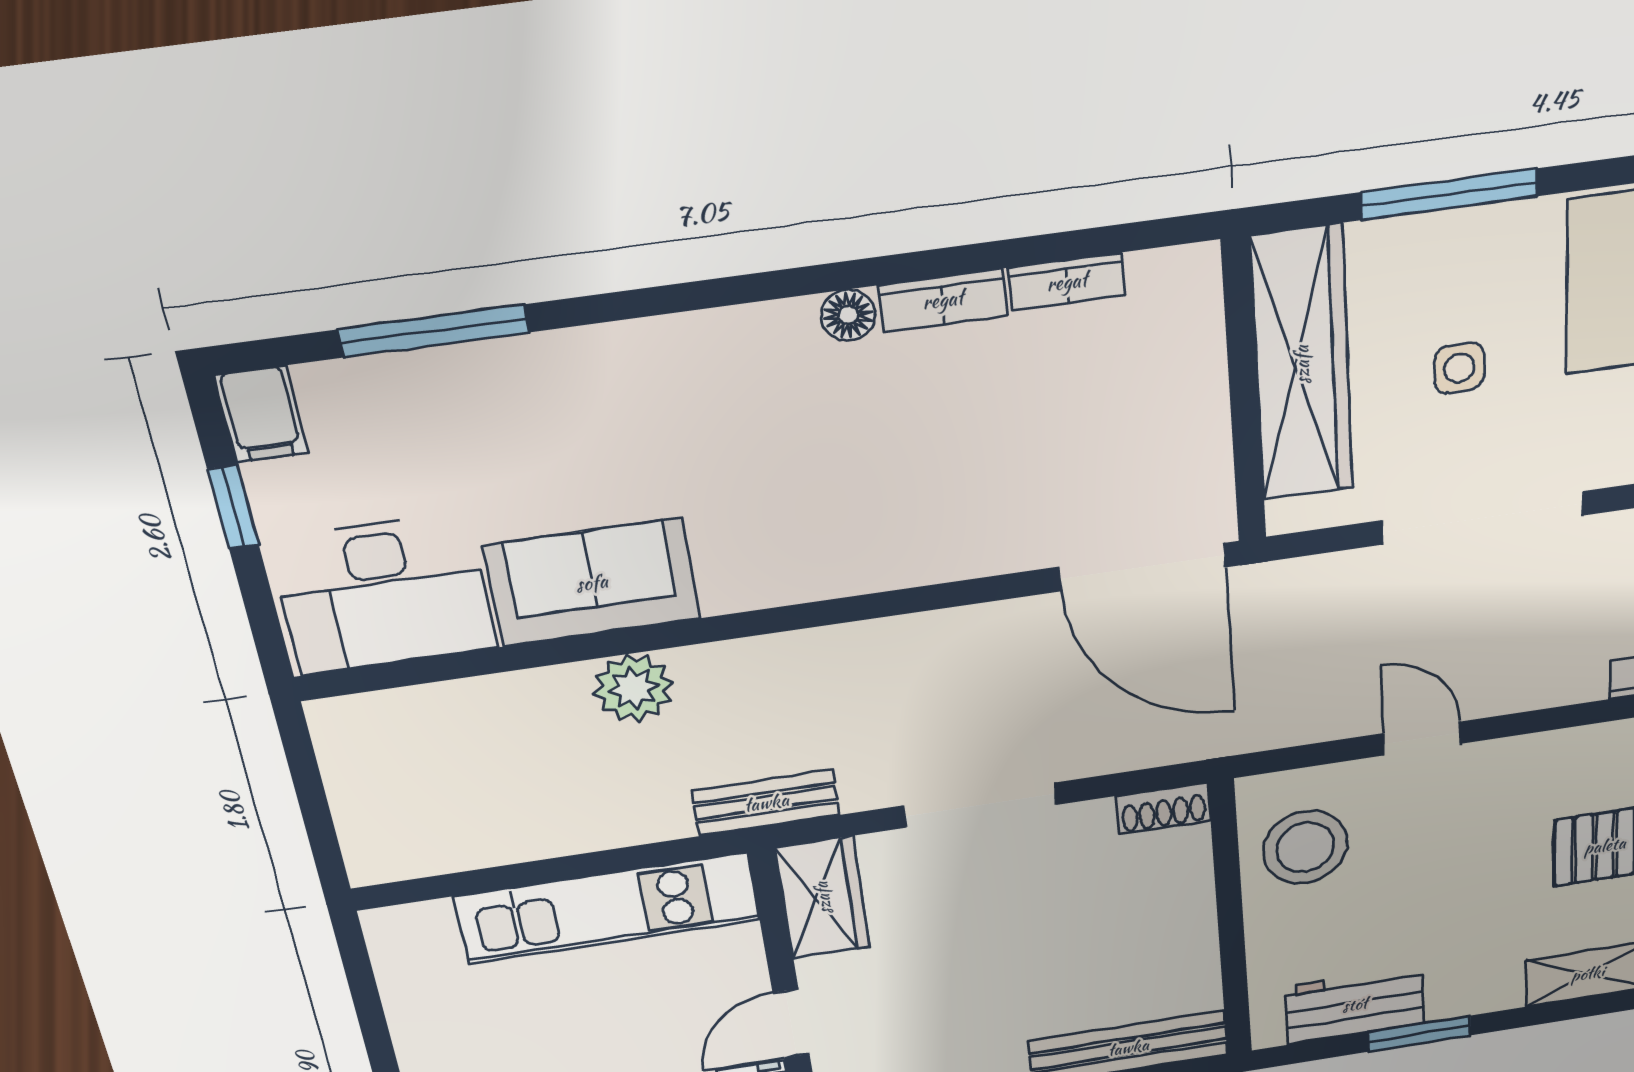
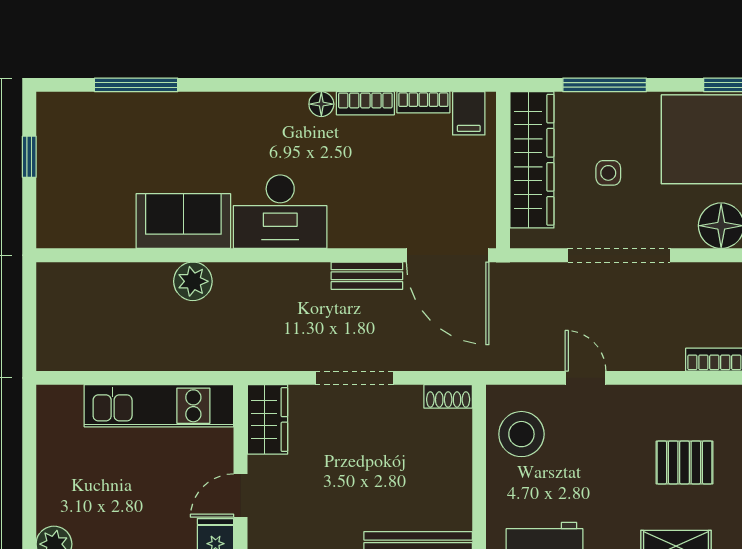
filing cabinet: (261, 414) -> (469, 113), moved
desk: (384, 594) -> (280, 212), moved
bench: (766, 803) -> (367, 276), moved

